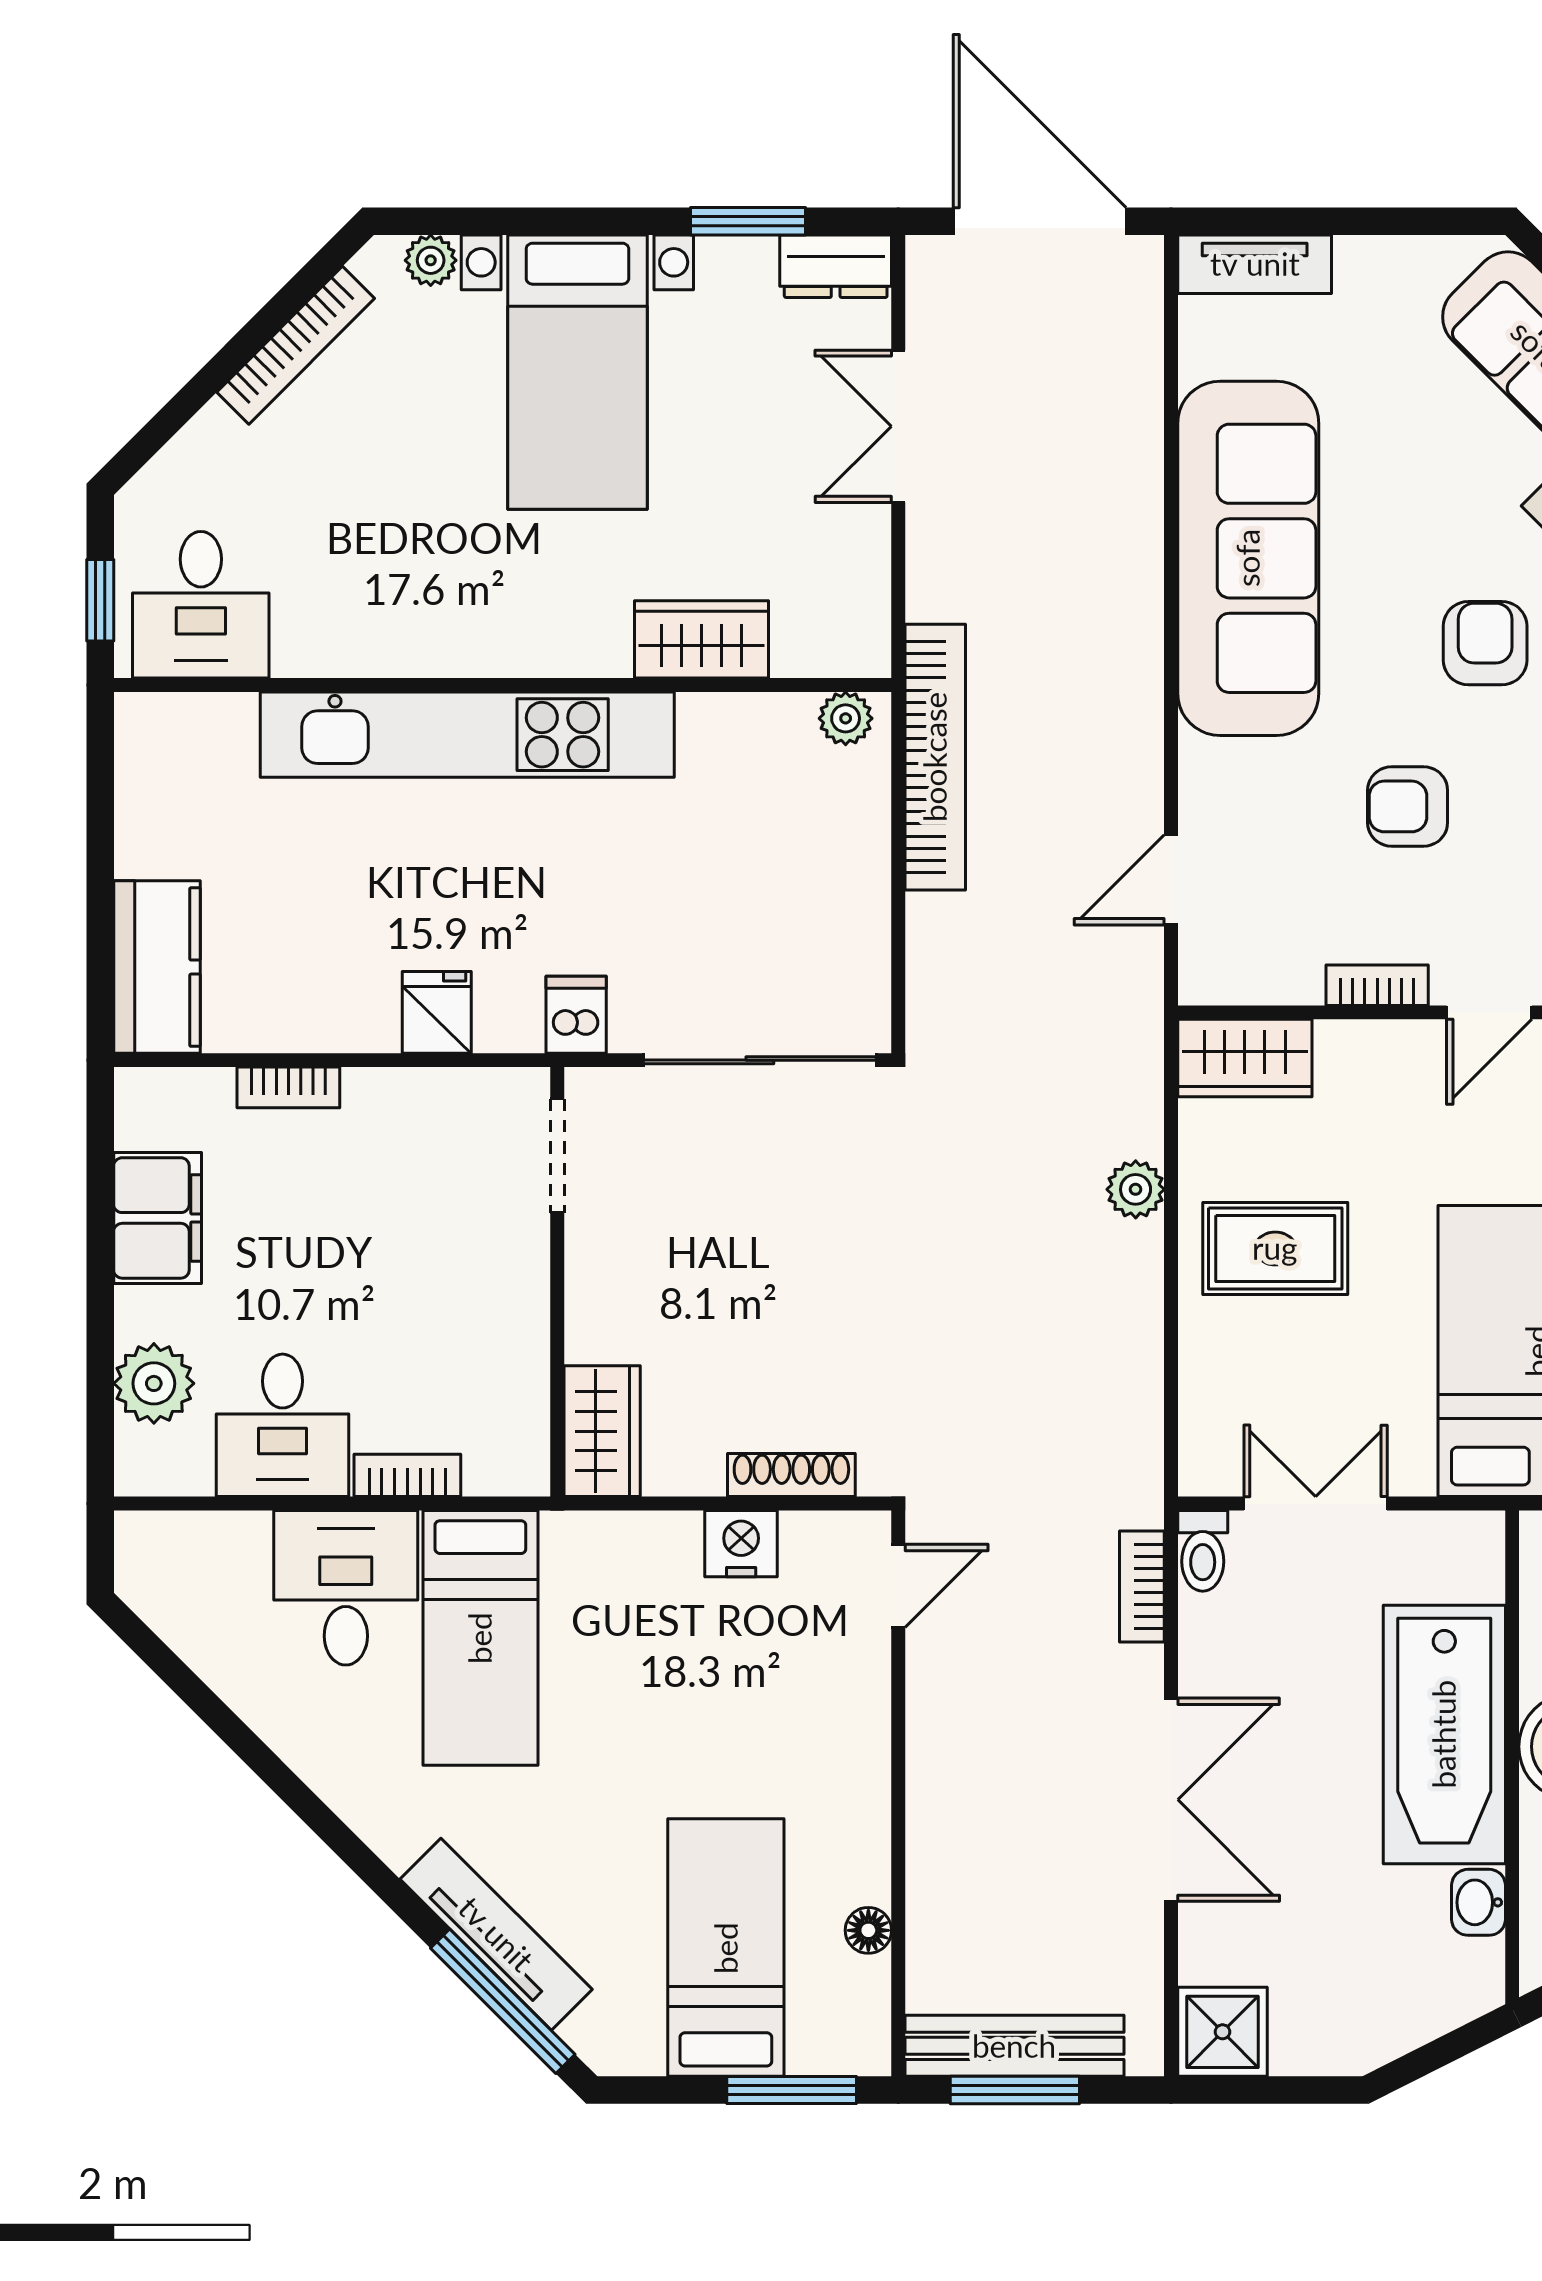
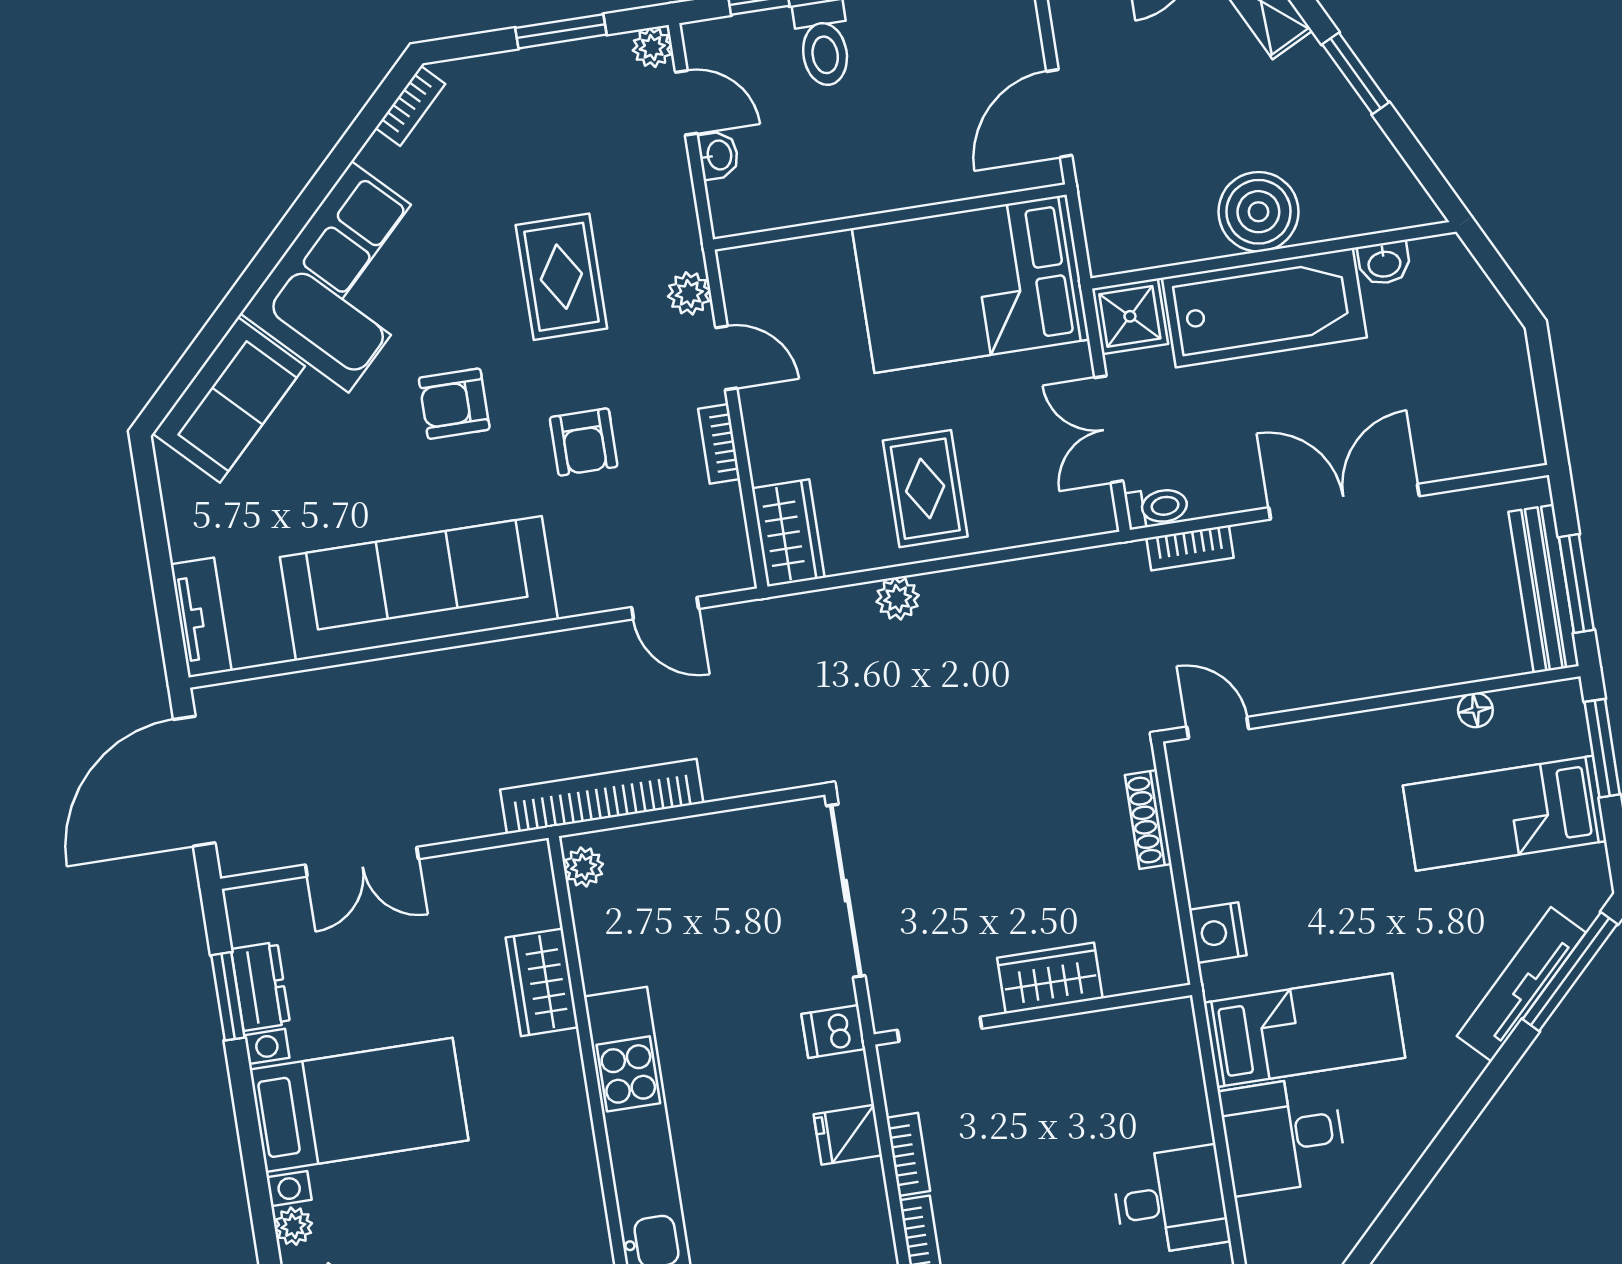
dresser: (836, 266) -> (260, 986), moved
wardrobe: (602, 1431) -> (1050, 978), moved
bookcase: (407, 1475) -> (908, 1154), moved, turned 180
nightstand: (741, 1544) -> (1218, 933), moved
shower: (1223, 2032) -> (1130, 316), moved

